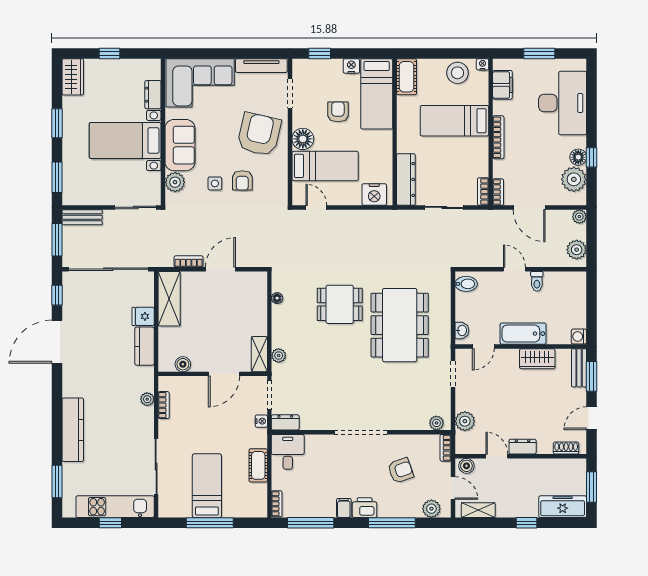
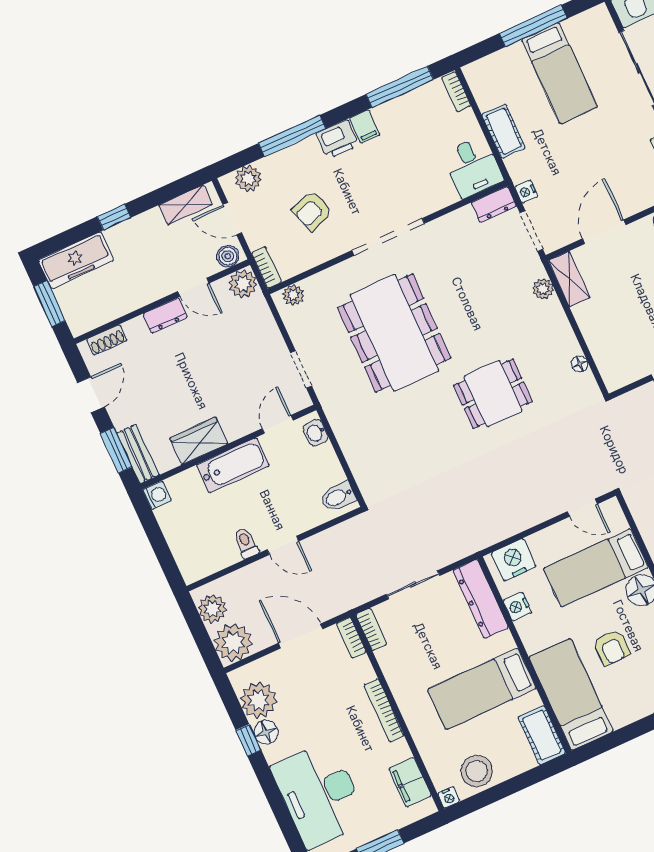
nightstand: (351, 66) -> (517, 606), moved, turned 90
bed: (454, 121) -> (482, 689), moved, turned 180
plant: (579, 217) -> (233, 642), width x1.88, depth x1.88
dining table: (400, 325) -> (394, 333), moved
plant: (465, 421) -> (243, 284), moved

